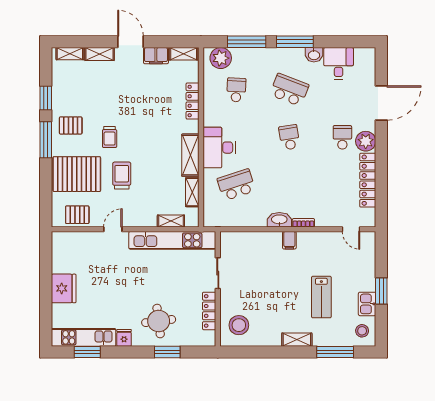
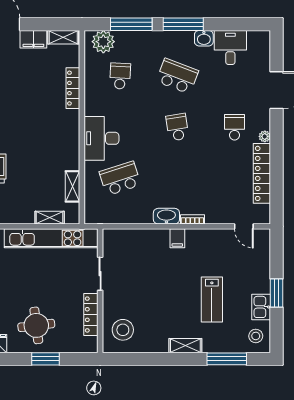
plant: (366, 141) -> (265, 136), width x0.53, depth x0.53
shelving: (190, 155) -> (70, 147), removed

